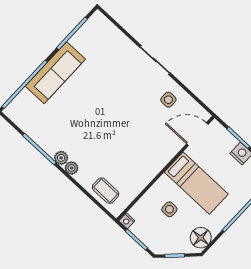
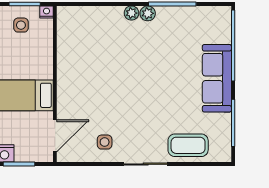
coffee table: (106, 191) -> (188, 145), moved, width x1.36, depth x1.30
side table: (169, 209) -> (21, 25), moved

